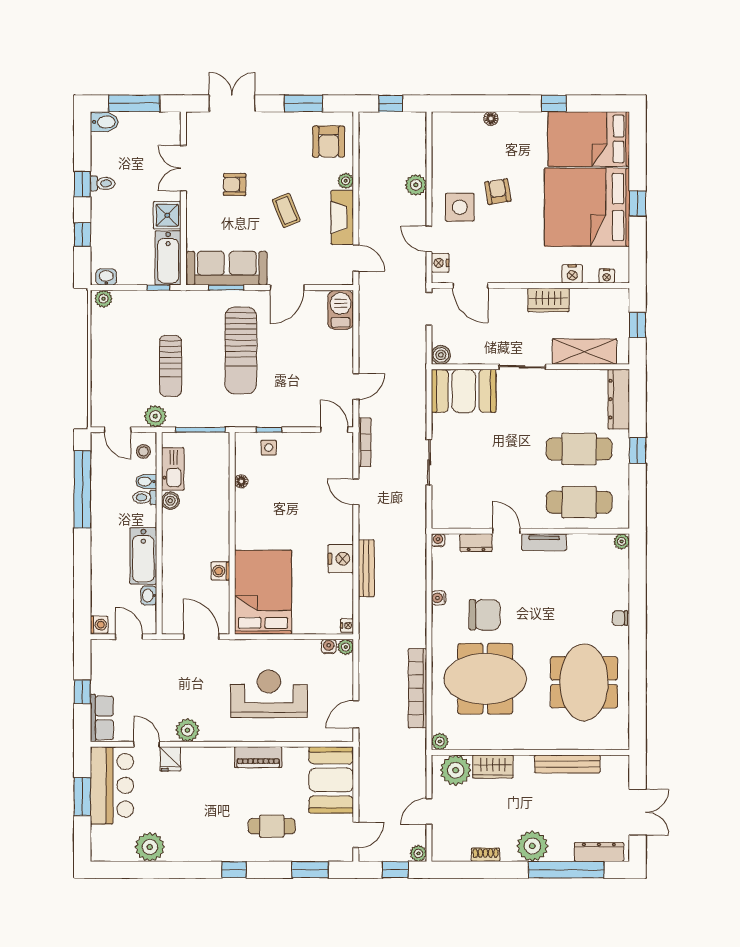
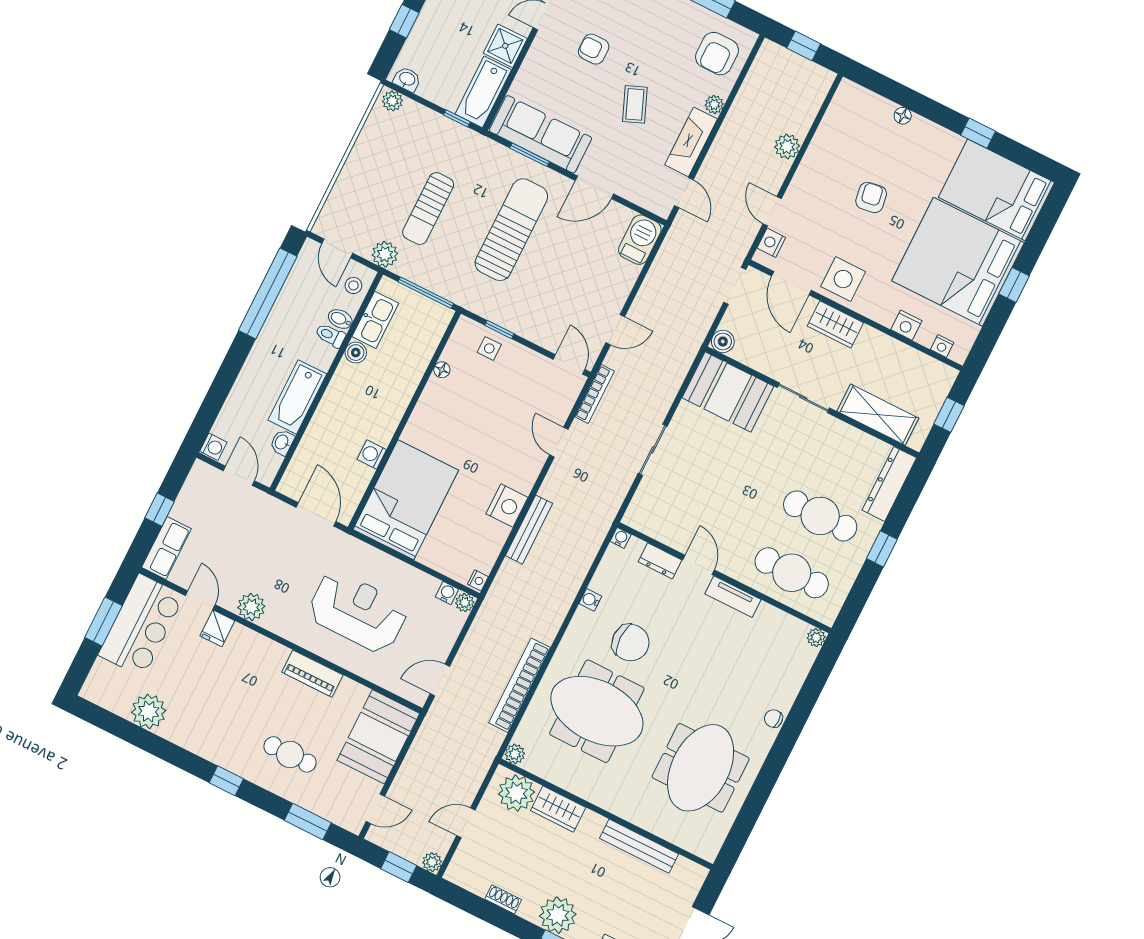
side table: (460, 207) -> (843, 279), moved
wardrobe: (548, 300) -> (835, 324), moved
sun lounger: (241, 350) -> (511, 230), turned 180

